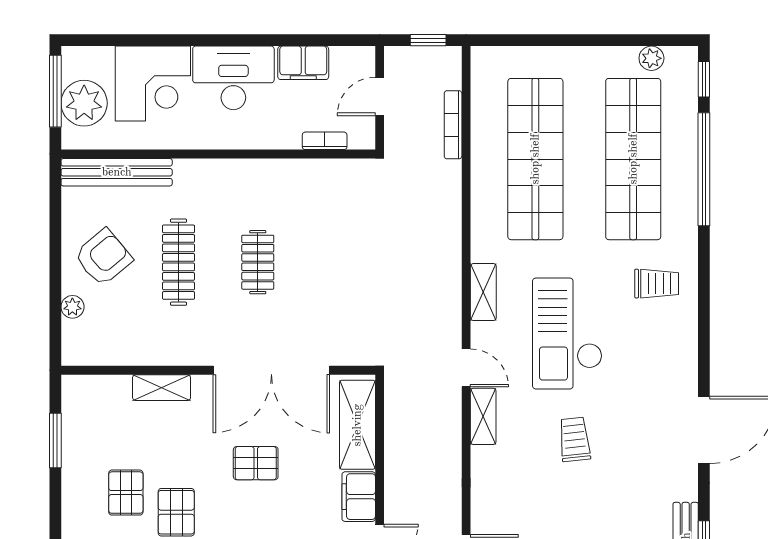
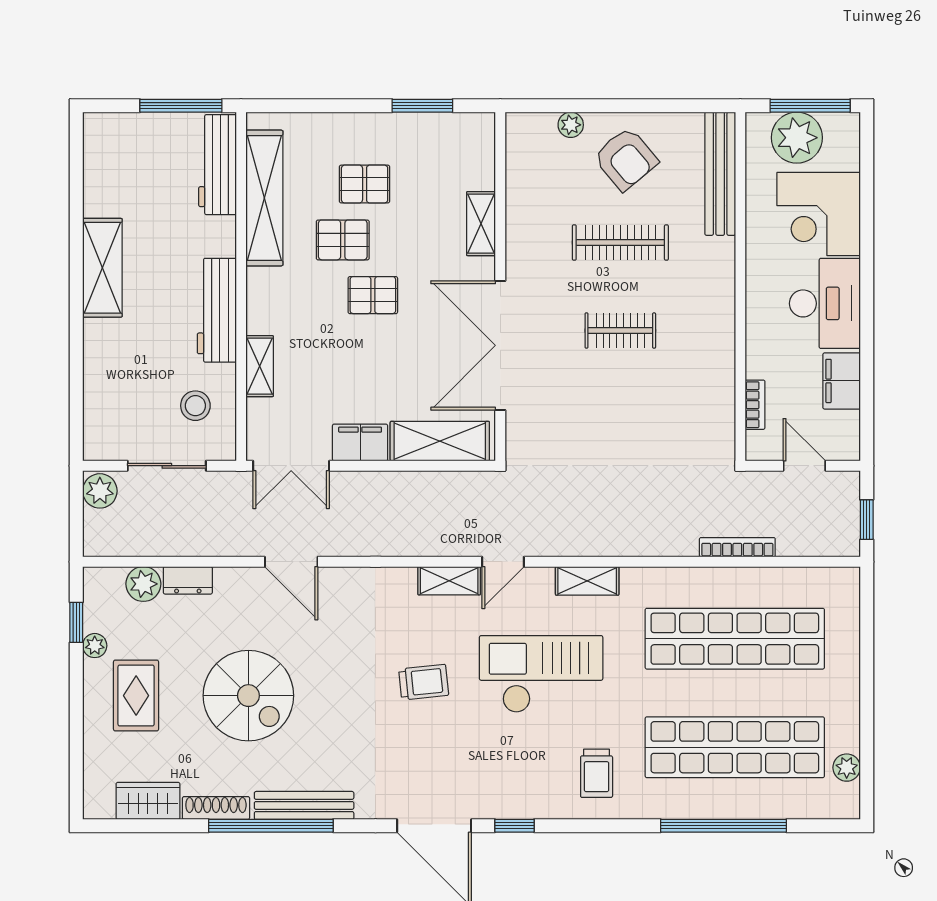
window: (704, 79) -> (514, 826), moved
bookcase: (453, 125) -> (737, 547), moved
pallet: (256, 463) -> (373, 295), moved, turned 90

